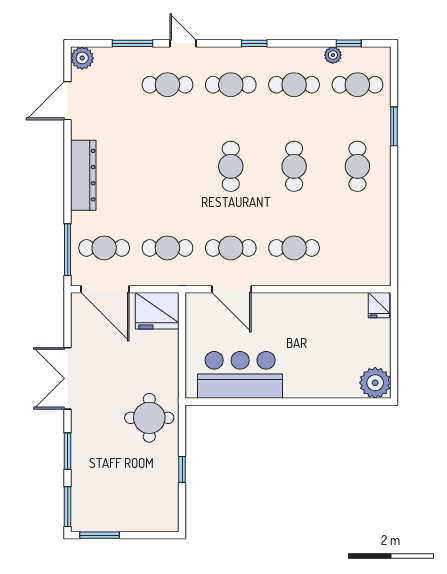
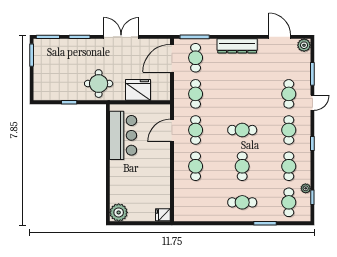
cafe table: (294, 166) -> (242, 166), turned 90
fridge: (157, 311) -> (138, 90), moved, turned 90

